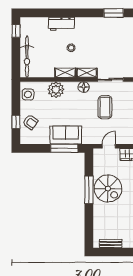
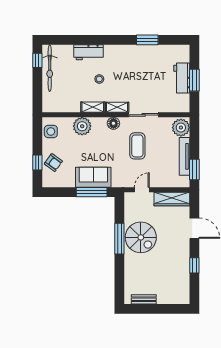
bicycle: (27, 57) -> (50, 68), moved

